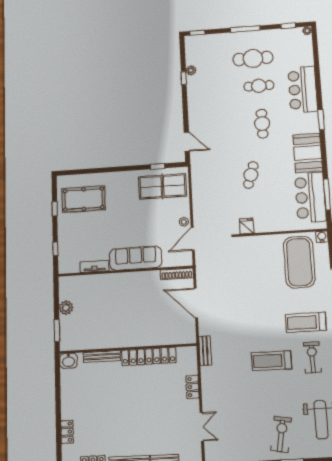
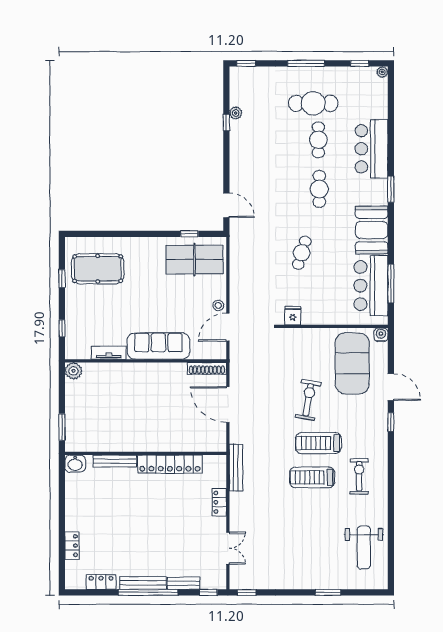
cafe table: (259, 86) -> (318, 140), turned 90
plant: (66, 308) -> (73, 371), moved
treadmill: (306, 322) -> (318, 443), moved
bench: (205, 351) -> (236, 468), width x1.36
exercise bike: (281, 434) -> (308, 400), moved

